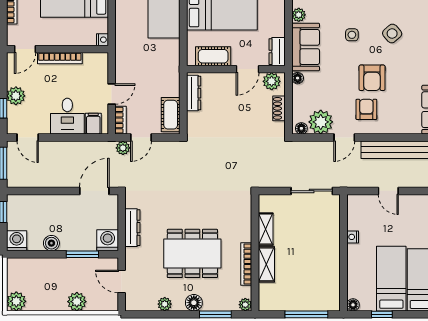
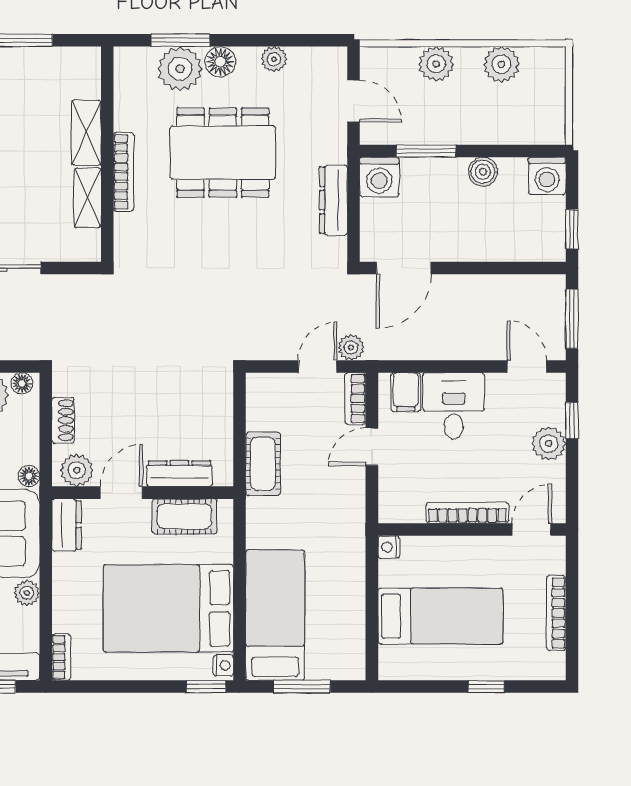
dresser: (194, 93) -> (179, 474), moved, turned 90
cot: (171, 115) -> (263, 464), moved
bookcase: (246, 264) -> (124, 172), moved
plant: (16, 301) -> (501, 64), moved
plant: (245, 305) -> (180, 69), moved, width x1.87, depth x1.87

